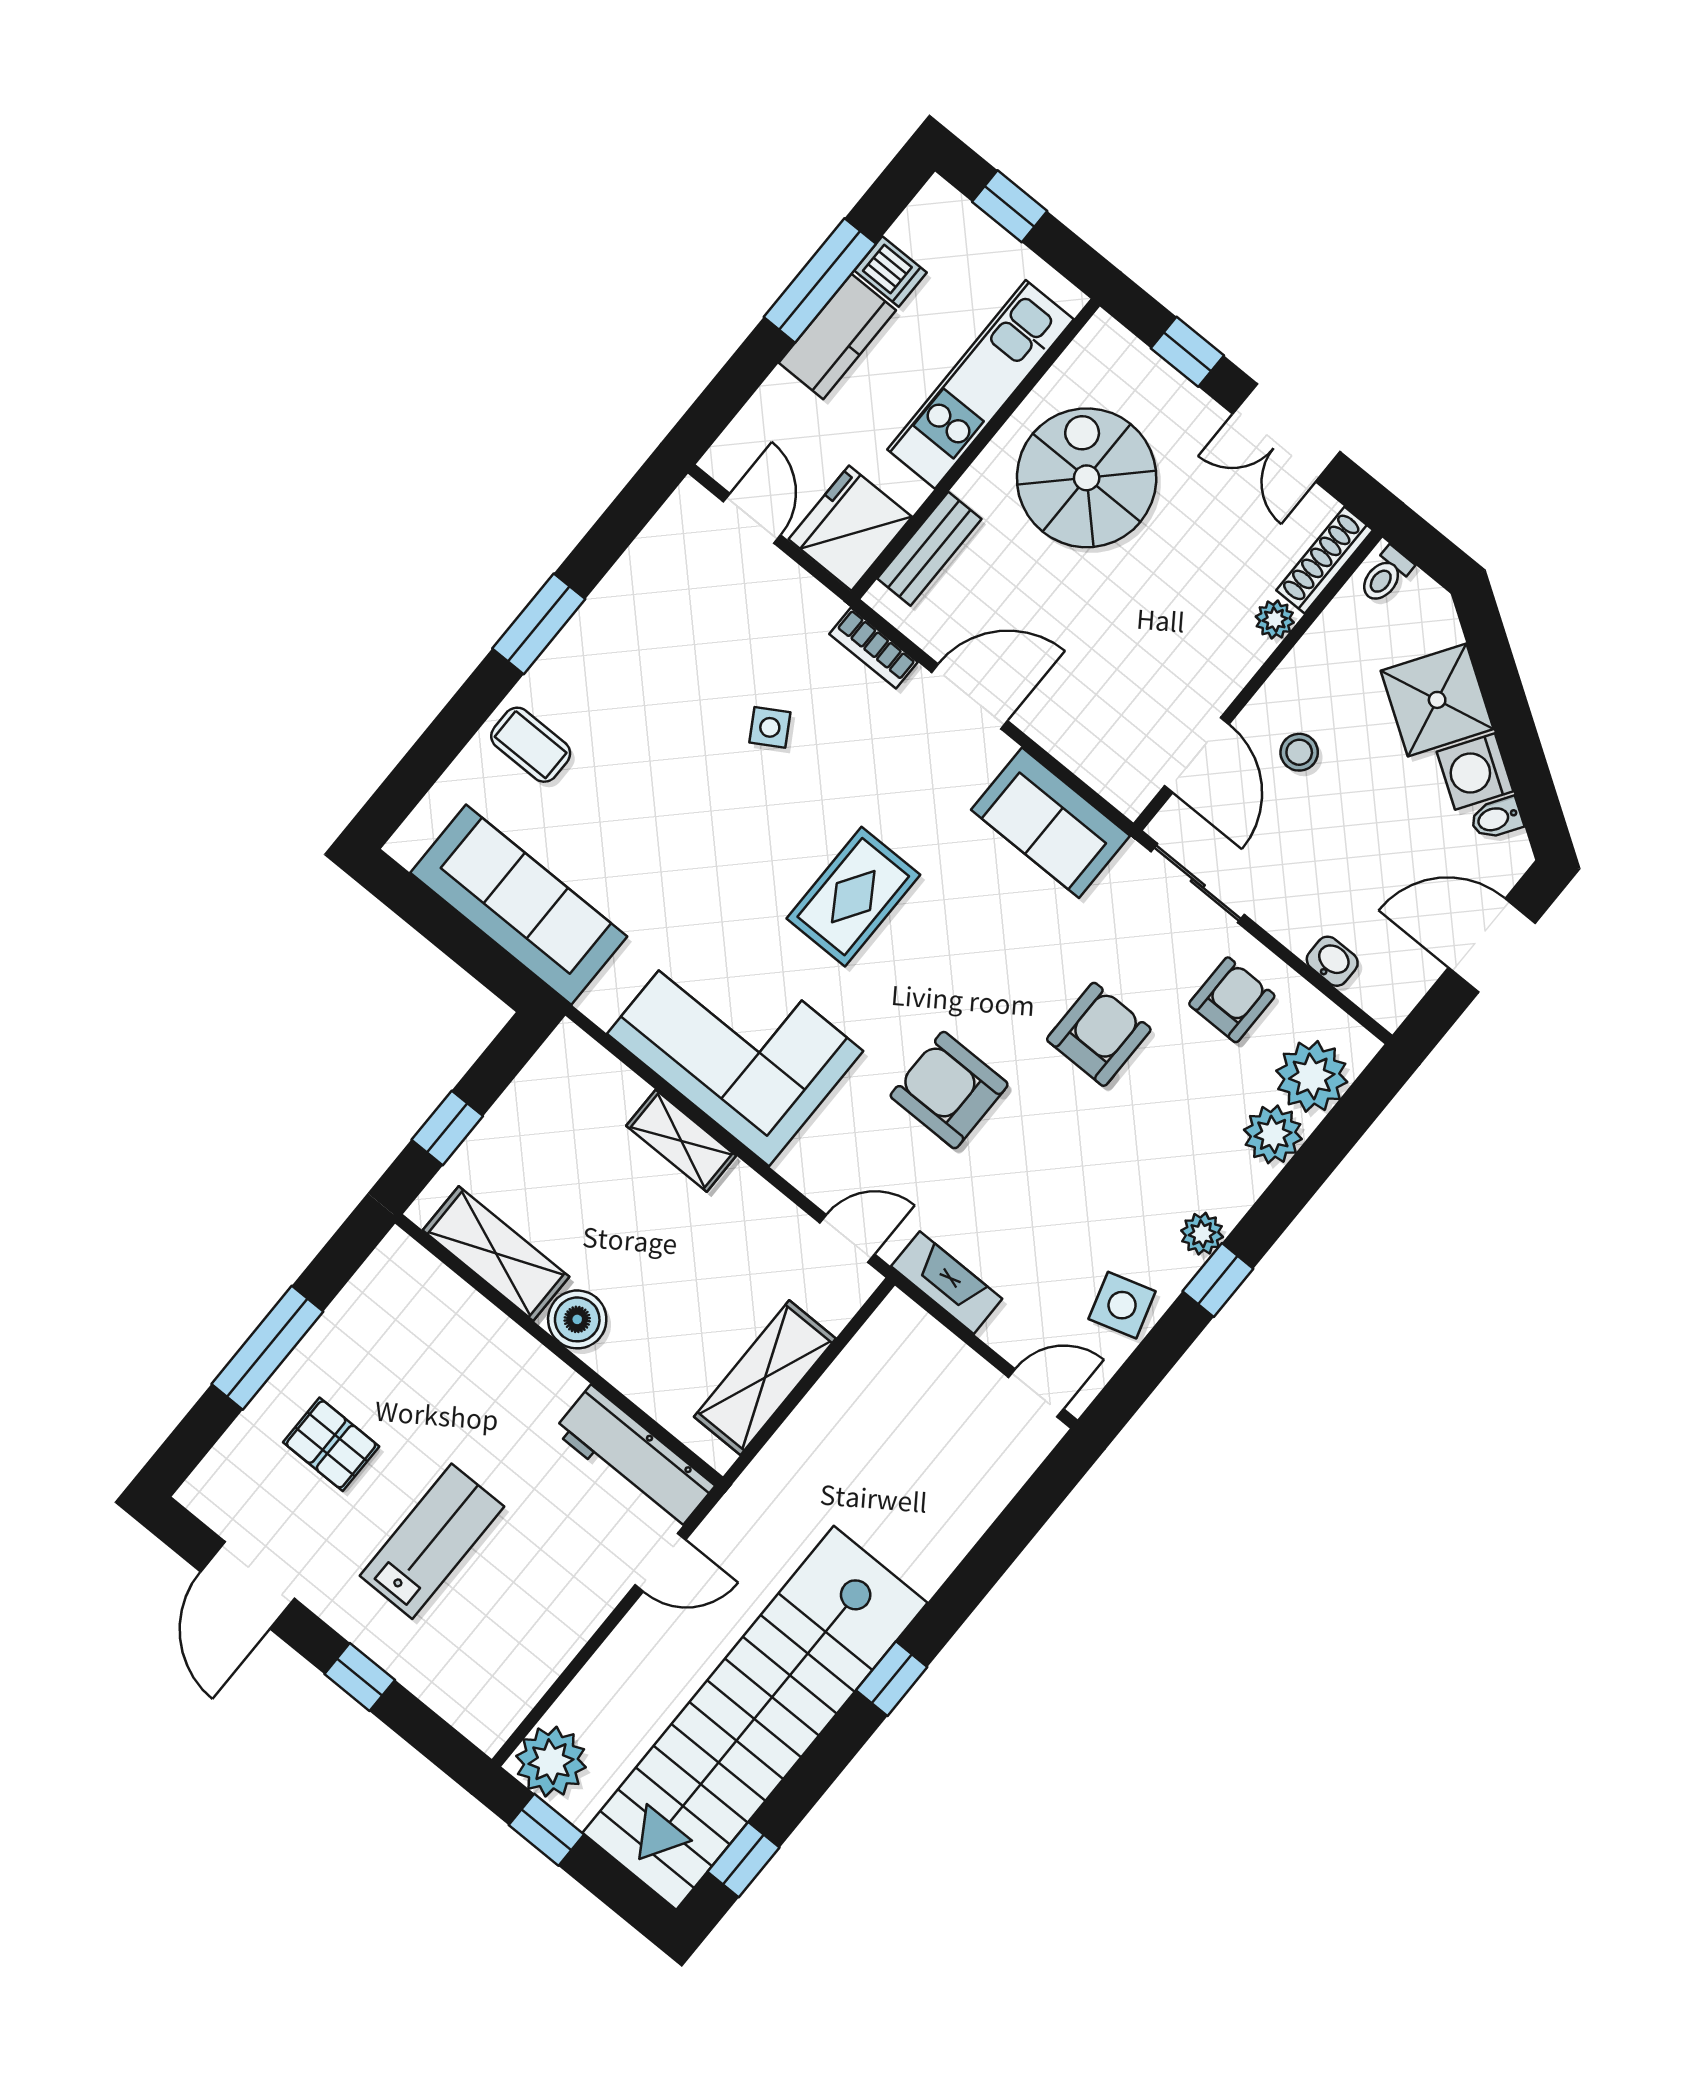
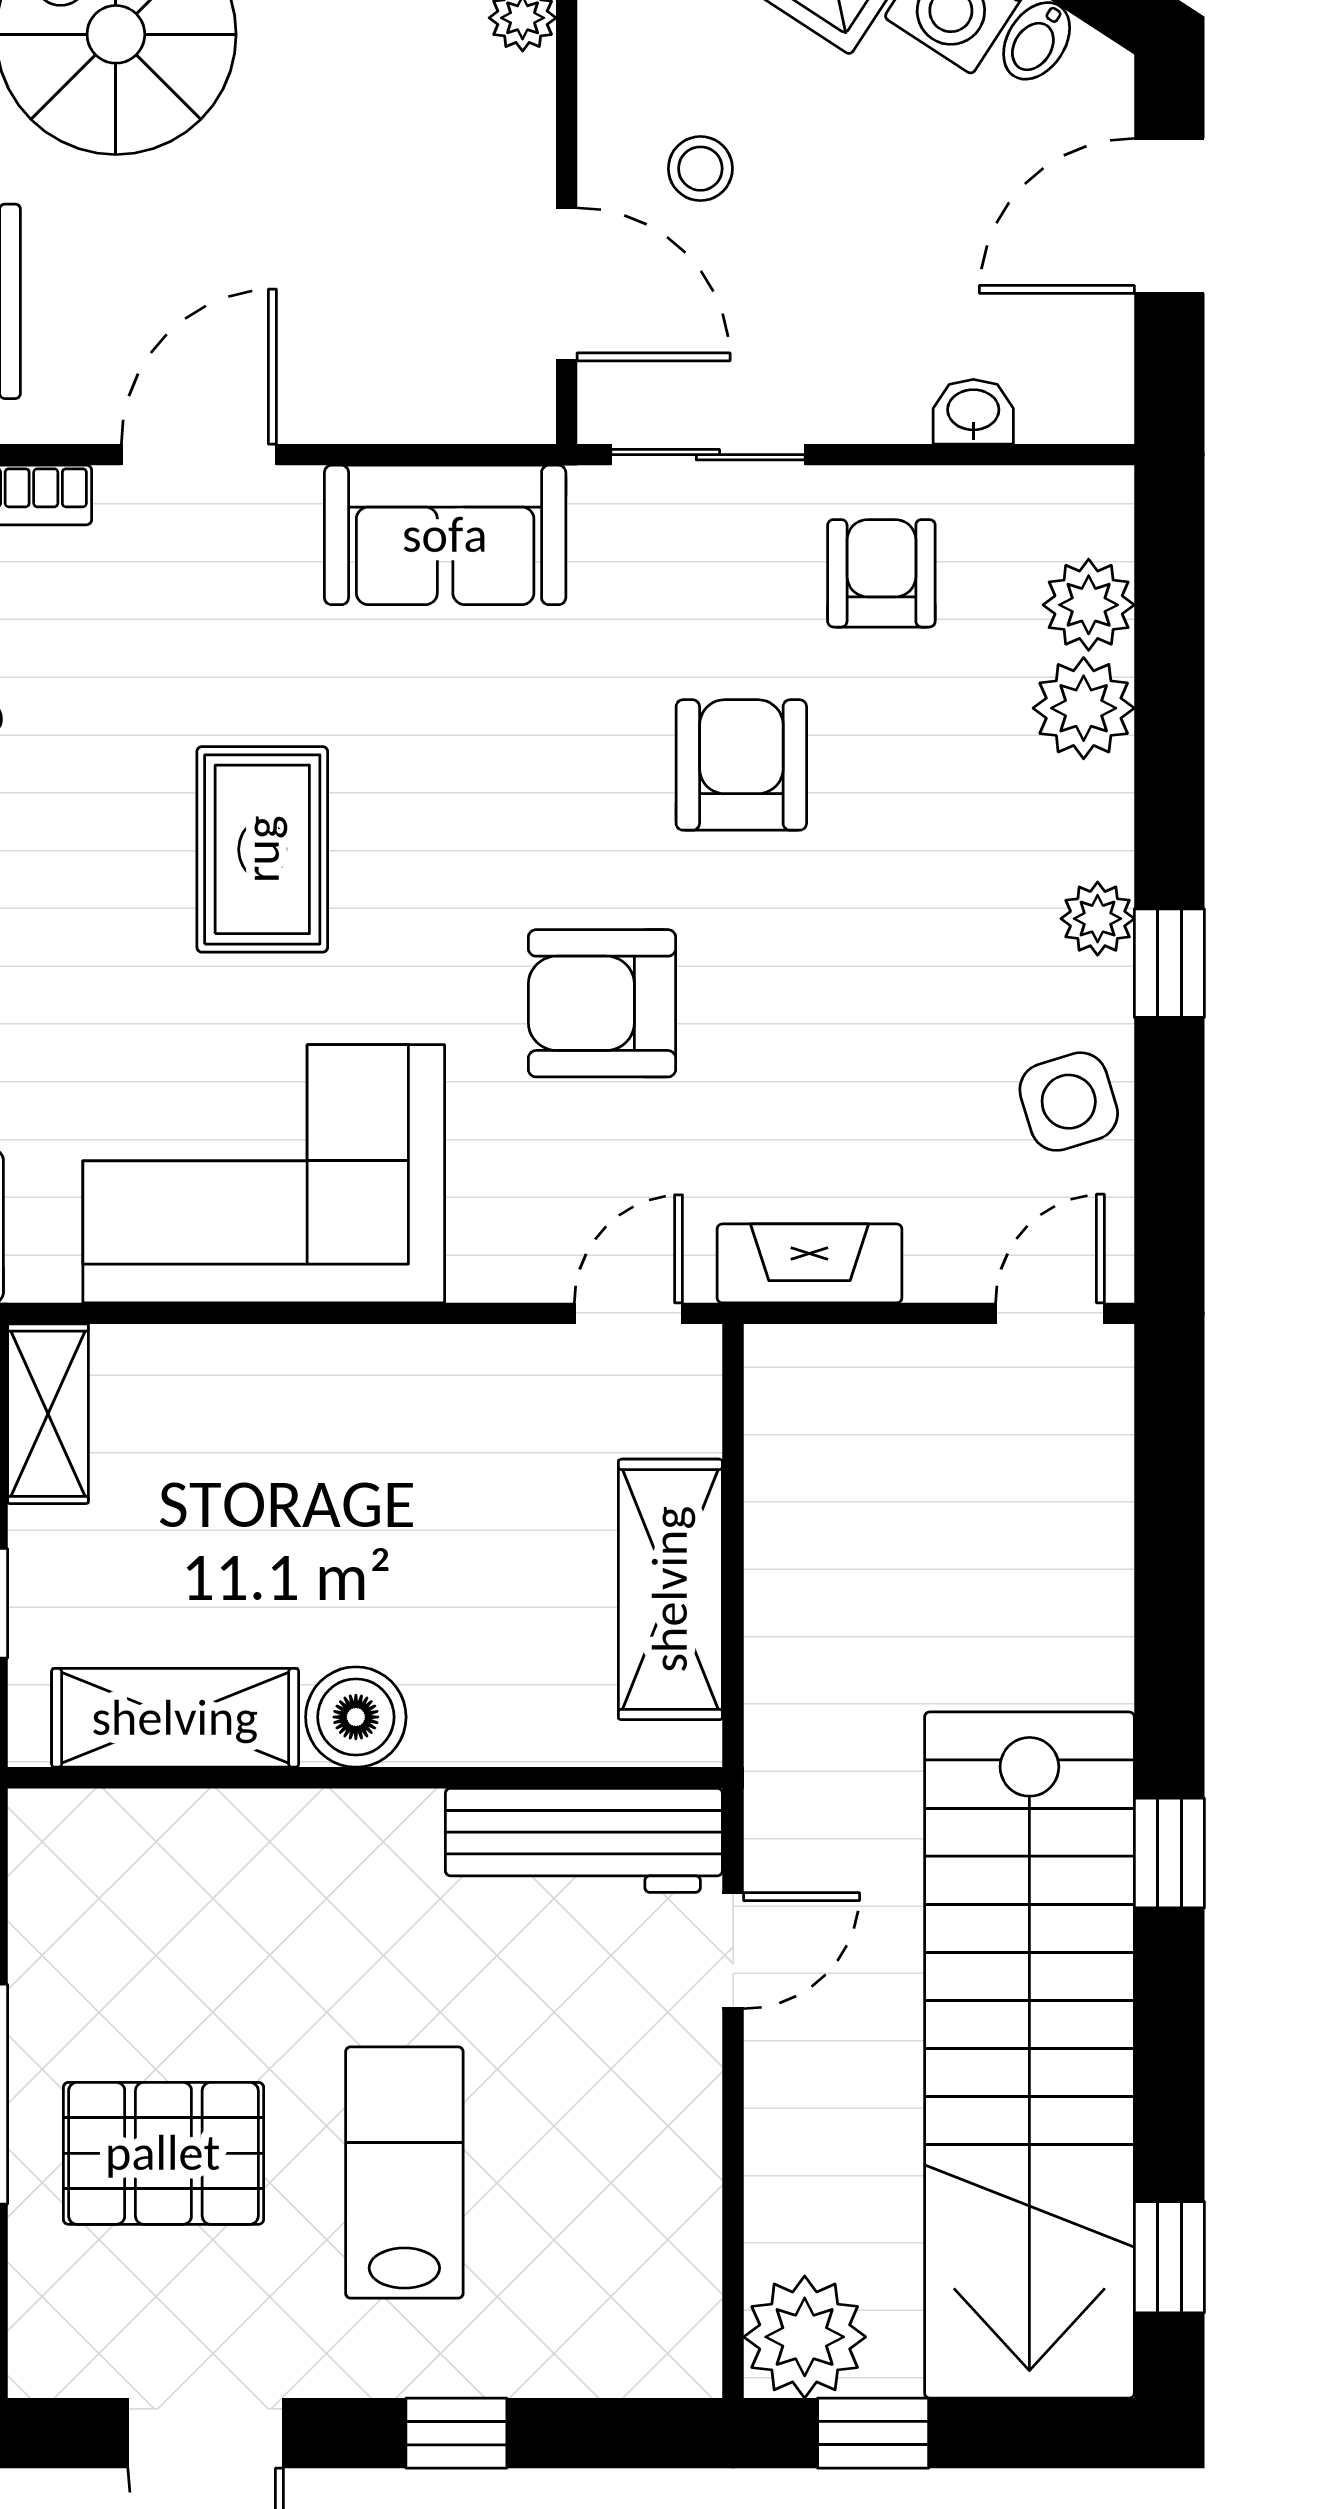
plant: (1312, 1076) -> (1089, 605), width x0.73, depth x0.73
shelving: (681, 1141) -> (48, 1414), moved, turned 90
pallet: (331, 1444) -> (163, 2153), width x1.50, depth x1.42

